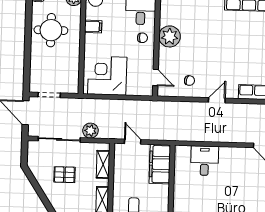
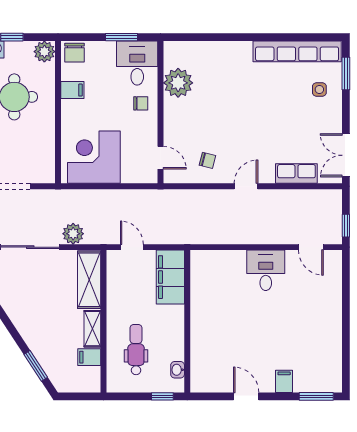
plant: (170, 36) -> (178, 83), moved
desk: (205, 161) -> (266, 270), moved
shelving: (103, 164) -> (89, 280), width x1.50, depth x1.33
pallet: (64, 175) -> (39, 296), removed

